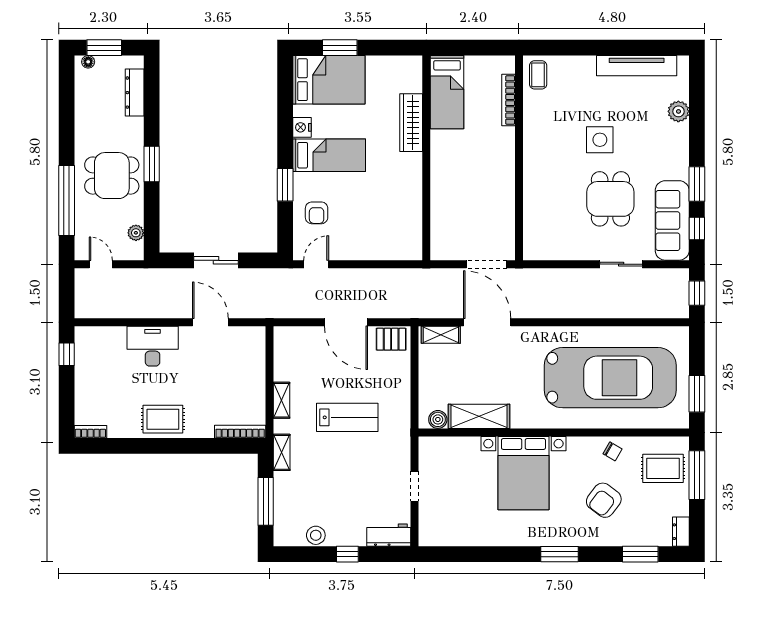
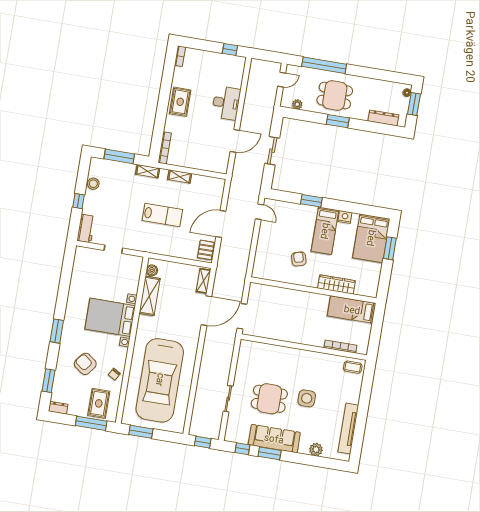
dining table: (112, 176) -> (335, 95), turned 90
armchair: (317, 213) -> (299, 259), moved, turned 73
sofa: (672, 220) -> (274, 439), moved
lab bench: (347, 417) -> (162, 215), turned -90

